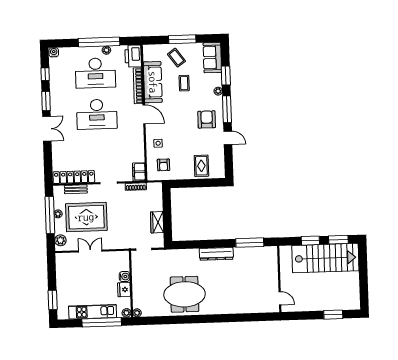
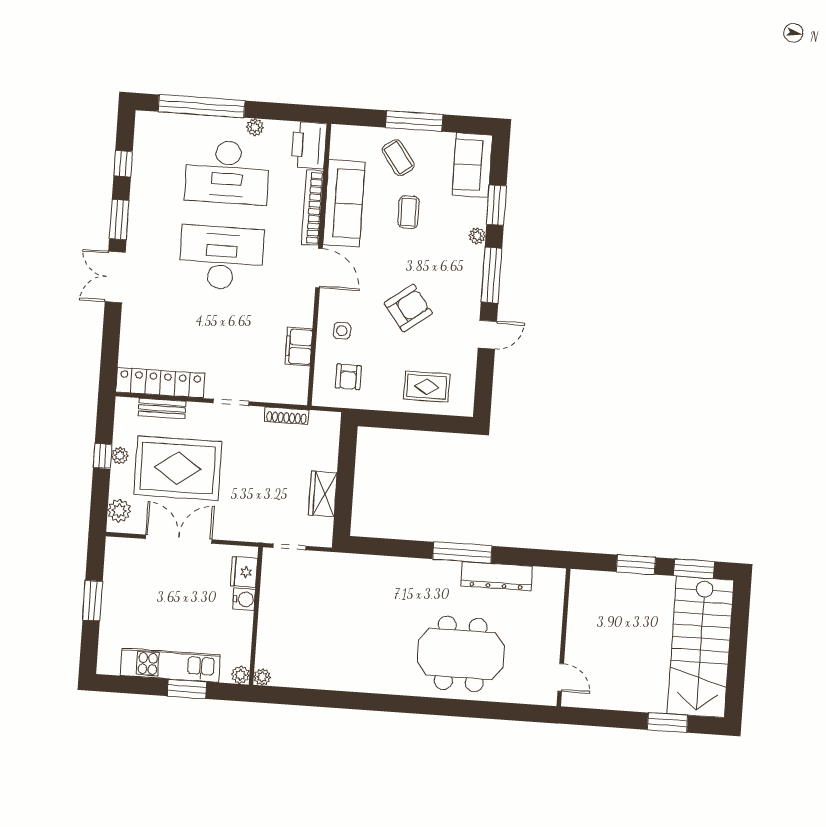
window: (99, 42) -> (202, 106), moved
water cooler: (54, 52) -> (146, 121), removed
desk: (97, 114) -> (221, 258), turned 180
armchair: (207, 119) -> (408, 308), moved, turned 53
double door: (47, 129) -> (115, 277), swing flipped
door: (228, 138) -> (487, 335), hinge flipped
rug: (201, 166) -> (427, 387), turned 90
filing cabinet: (139, 172) -> (299, 347), moved
window: (50, 215) -> (103, 456), width x0.32
window: (250, 243) -> (462, 552), moved
double door: (90, 251) -> (179, 539), width x1.37
dresser: (216, 254) -> (497, 576), moved
stairs: (325, 258) -> (701, 647), moved, turned 90
fridge: (124, 290) -> (244, 572), moved
meeting table: (185, 294) -> (461, 654), moved
window: (53, 300) -> (93, 601), moved
window: (102, 322) -> (187, 689), width x0.47

